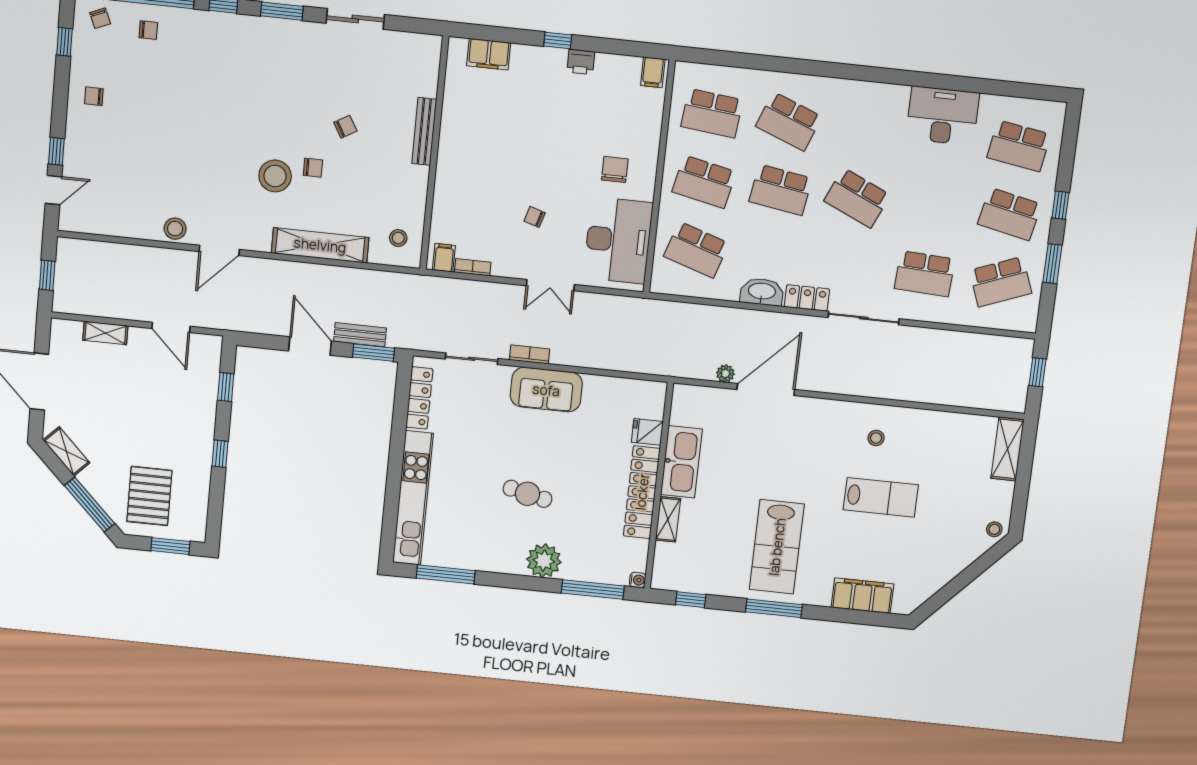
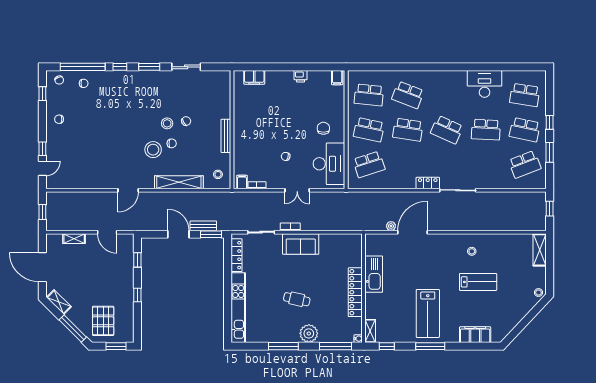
window: (558, 41) -> (288, 67), removed
bench: (424, 131) -> (226, 136), moved
stool: (175, 229) -> (167, 123), moved
school desk: (696, 250) -> (369, 164), turned -36
school desk: (925, 274) -> (486, 130), moved
washbasin: (762, 292) -> (405, 182), removed
fridge: (647, 432) -> (355, 260), removed
shelving: (668, 519) -> (370, 331), moved
window: (446, 574) -> (283, 346), moved

